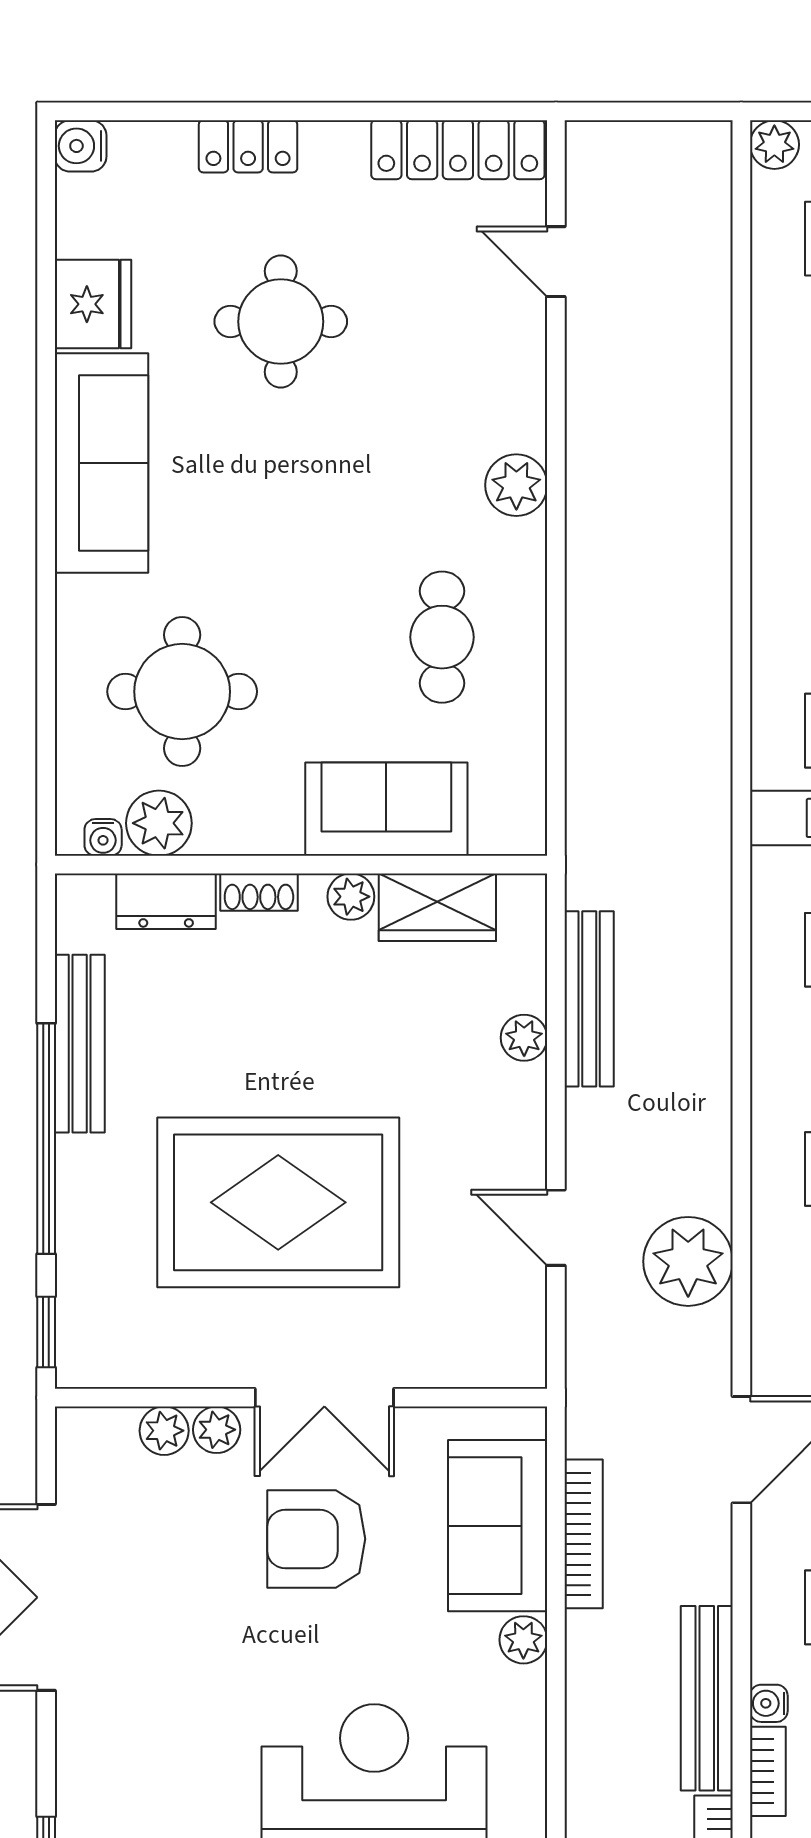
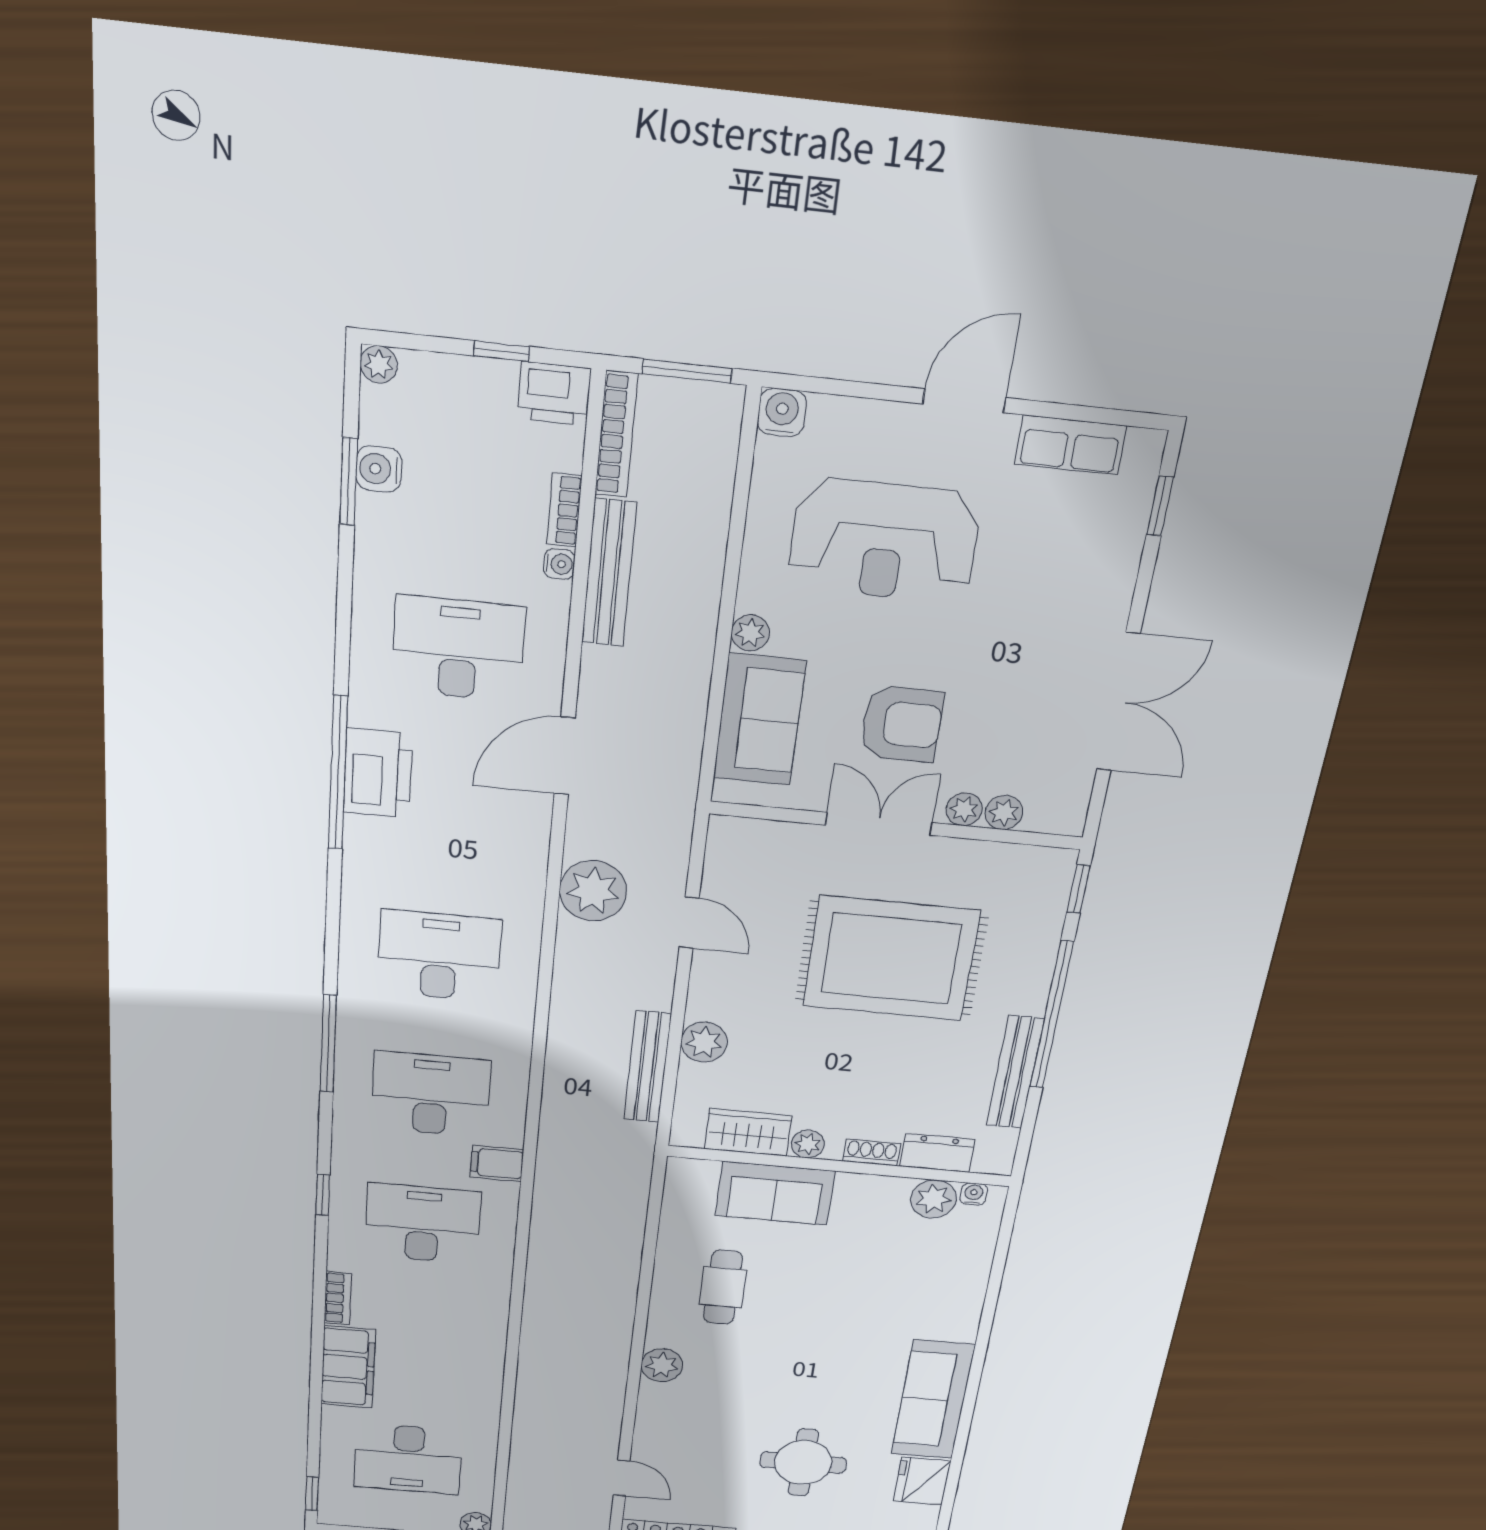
round table: (182, 692) -> (903, 1272), removed
plant: (524, 1038) -> (704, 1042), width x1.38, depth x1.38
bookcase: (584, 1534) -> (693, 707), removed

